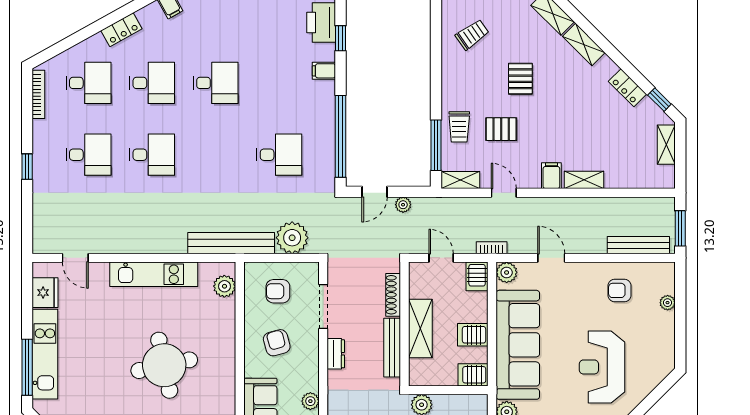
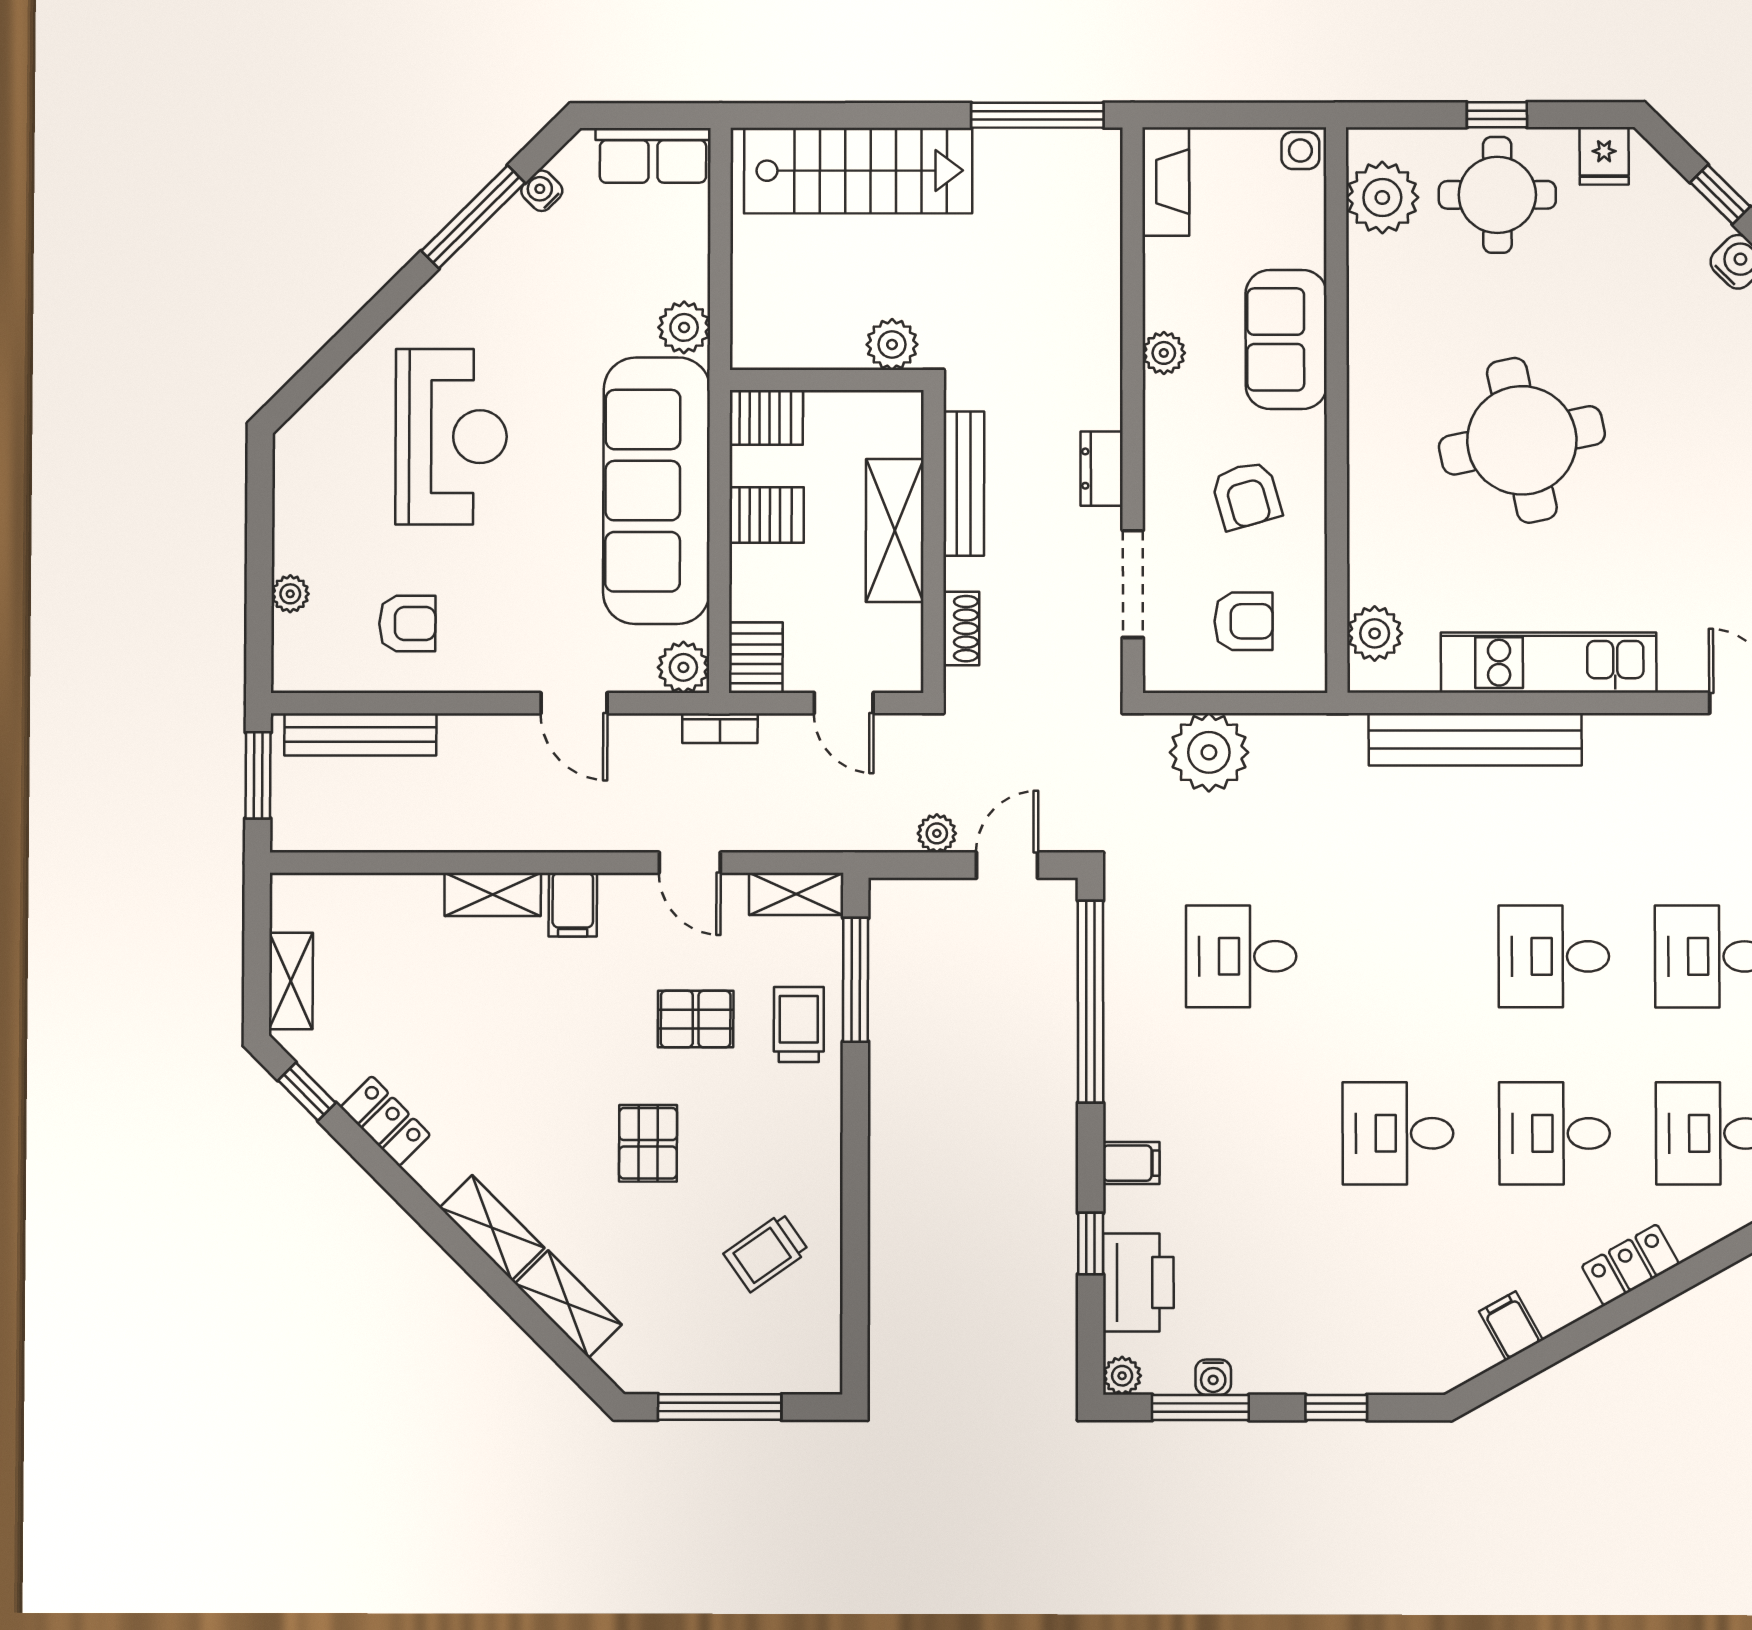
bench: (231, 243) -> (1475, 739), moved
shoe rack: (393, 295) -> (961, 629), width x0.70

